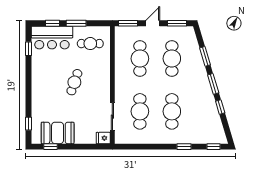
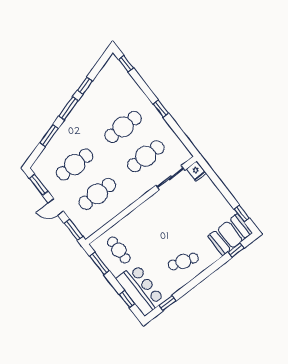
window: (76, 23) -> (99, 264), moved
cafe table: (74, 82) -> (183, 261), moved
booth: (58, 133) -> (230, 235), moved, turned 90
window: (184, 147) -> (161, 109), moved

